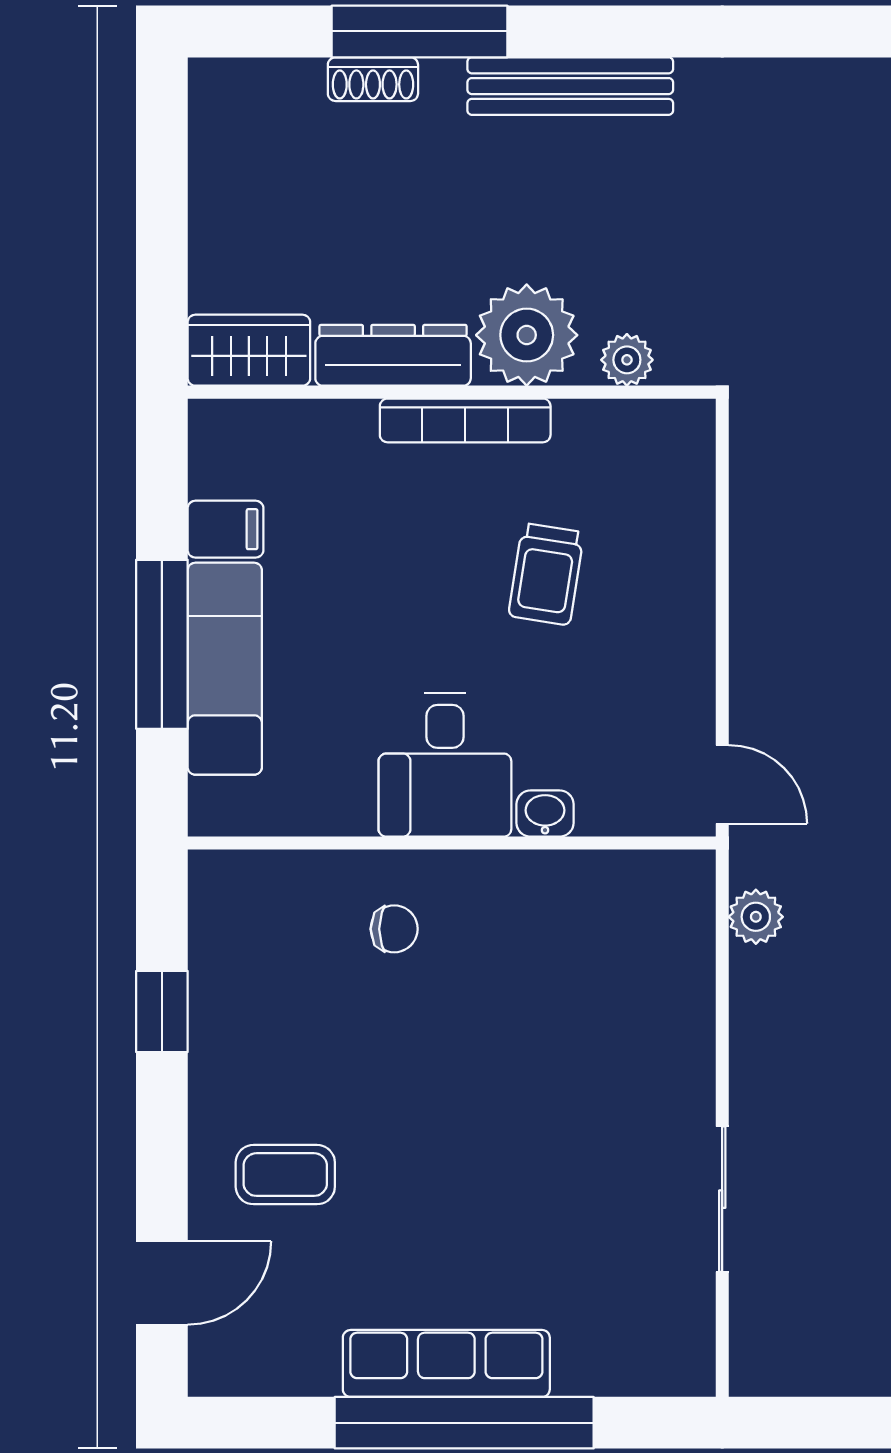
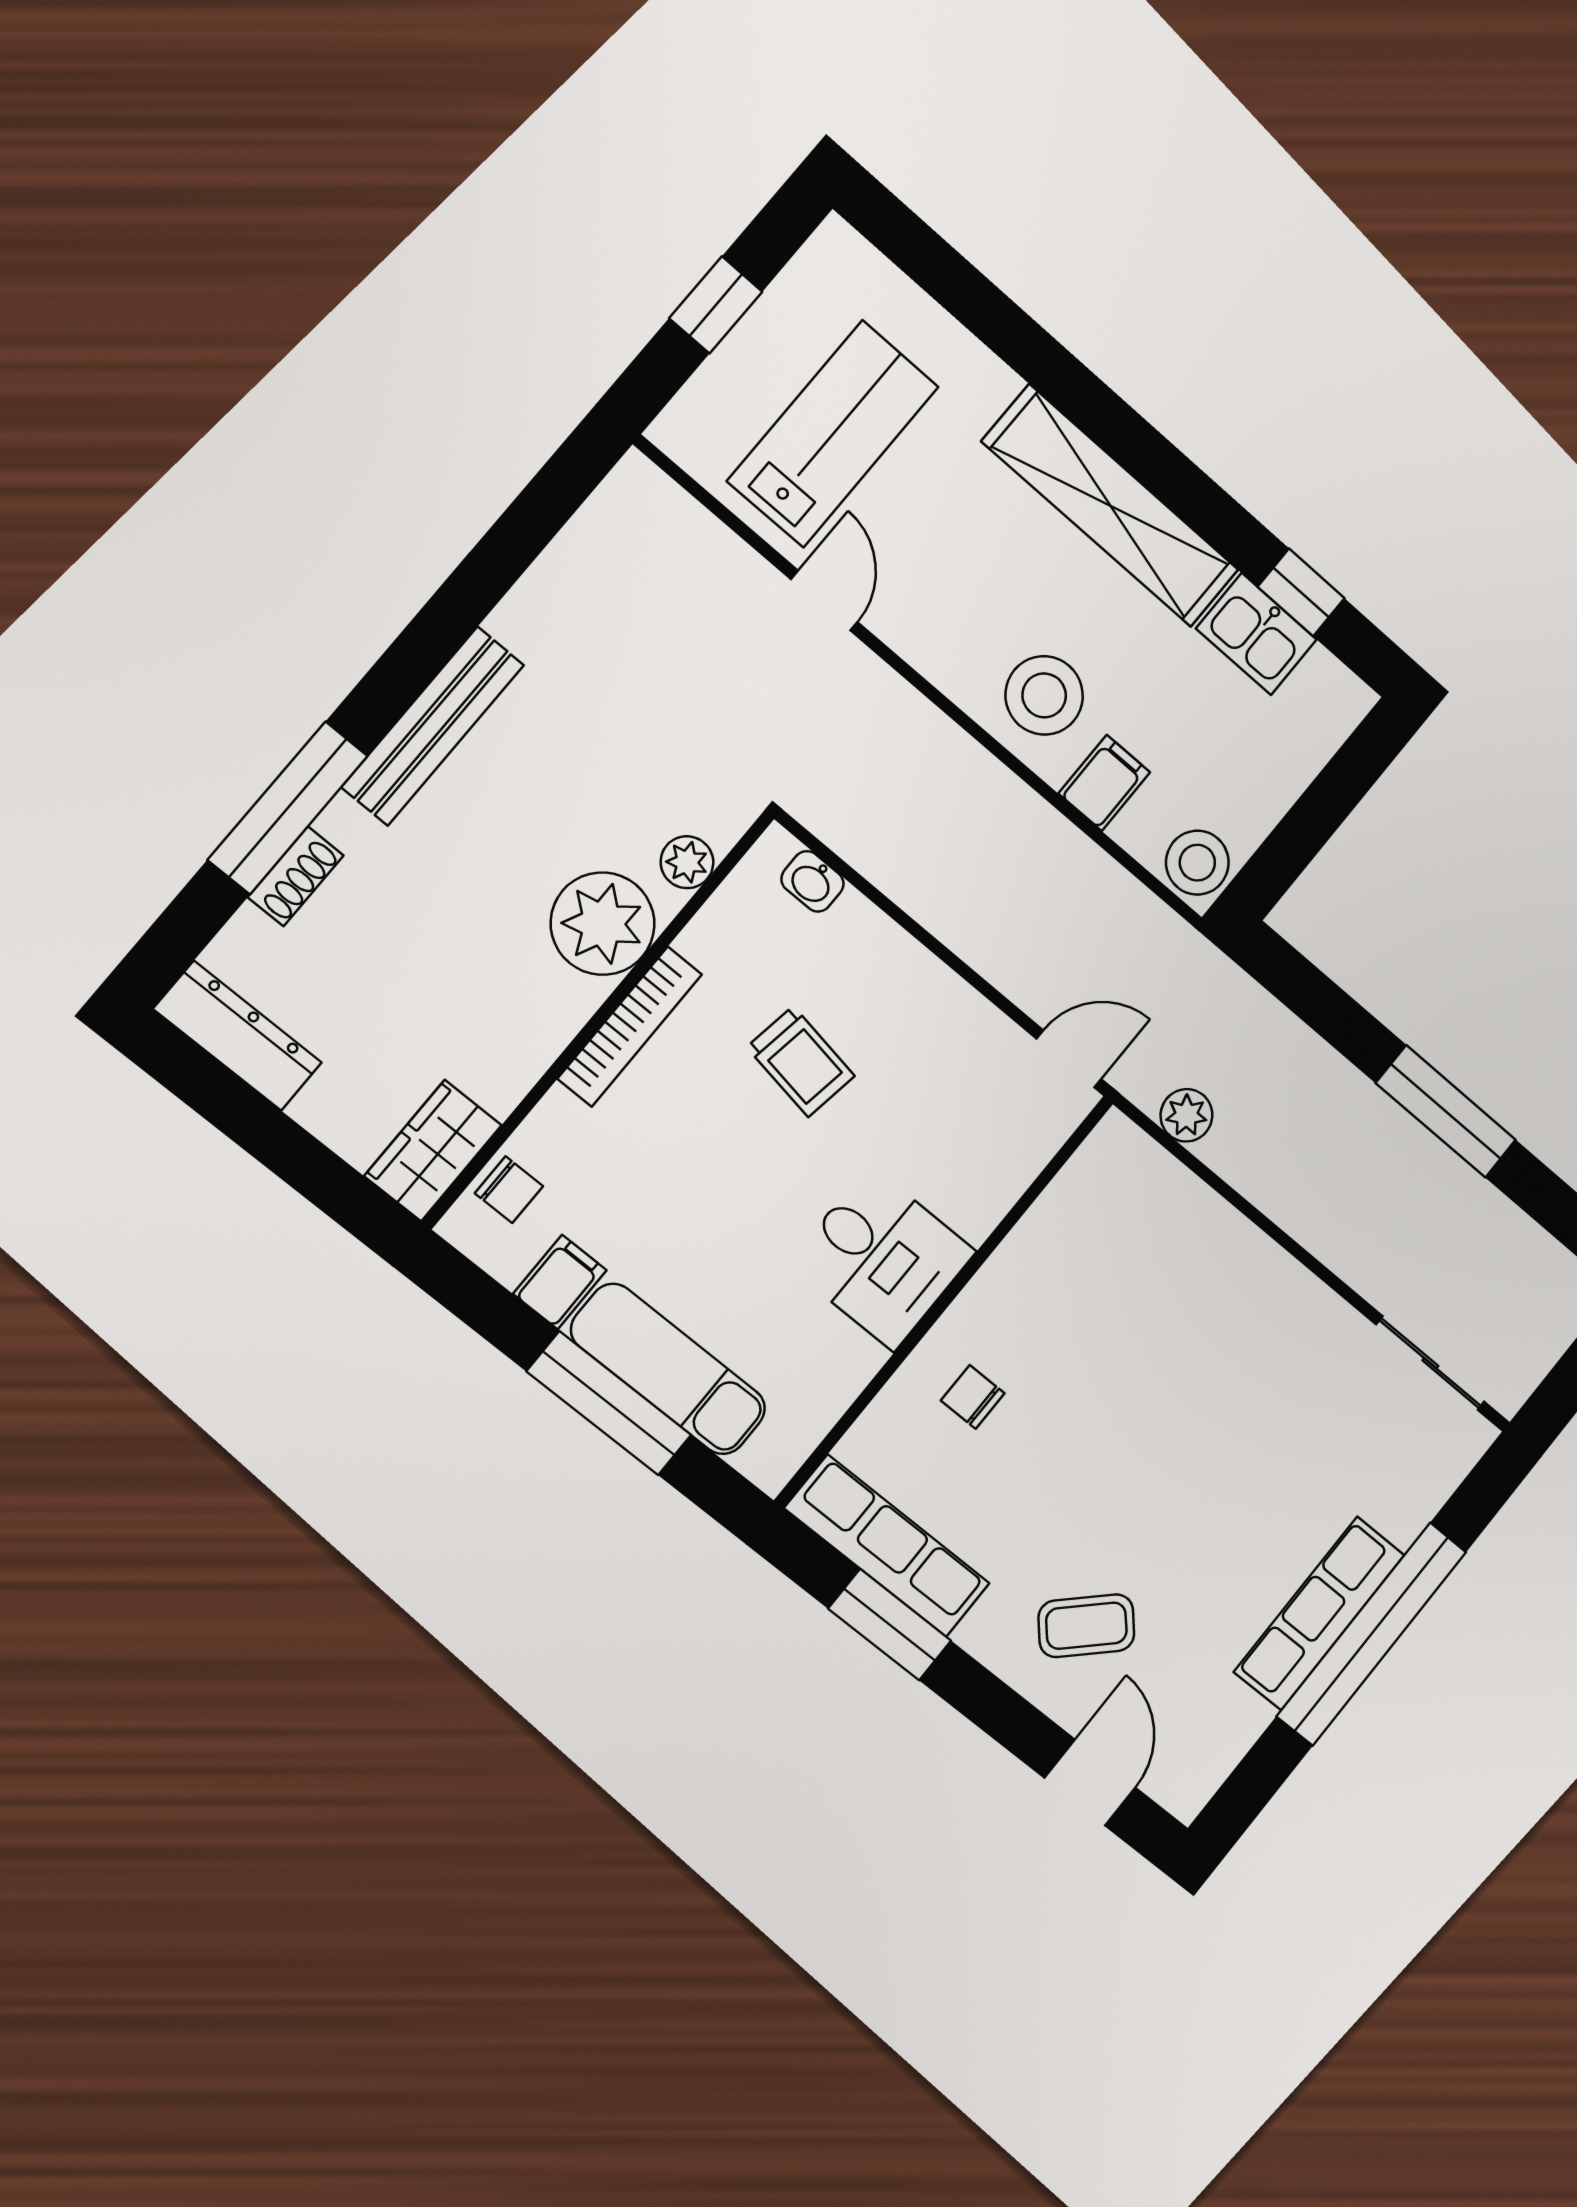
dresser: (393, 355) -> (238, 1036), moved, turned 90
chair: (265, 432) -> (509, 1190), added
washbasin: (545, 814) -> (812, 881), moved, turned -90
chair: (394, 929) -> (973, 1397), turned -90
row of seats: (223, 958) -> (887, 1546), added
window: (162, 1011) -> (890, 1625), width x1.50
coffee table: (285, 1175) -> (1086, 1626), turned 47
sliding door: (722, 1199) -> (1430, 1363), moved

